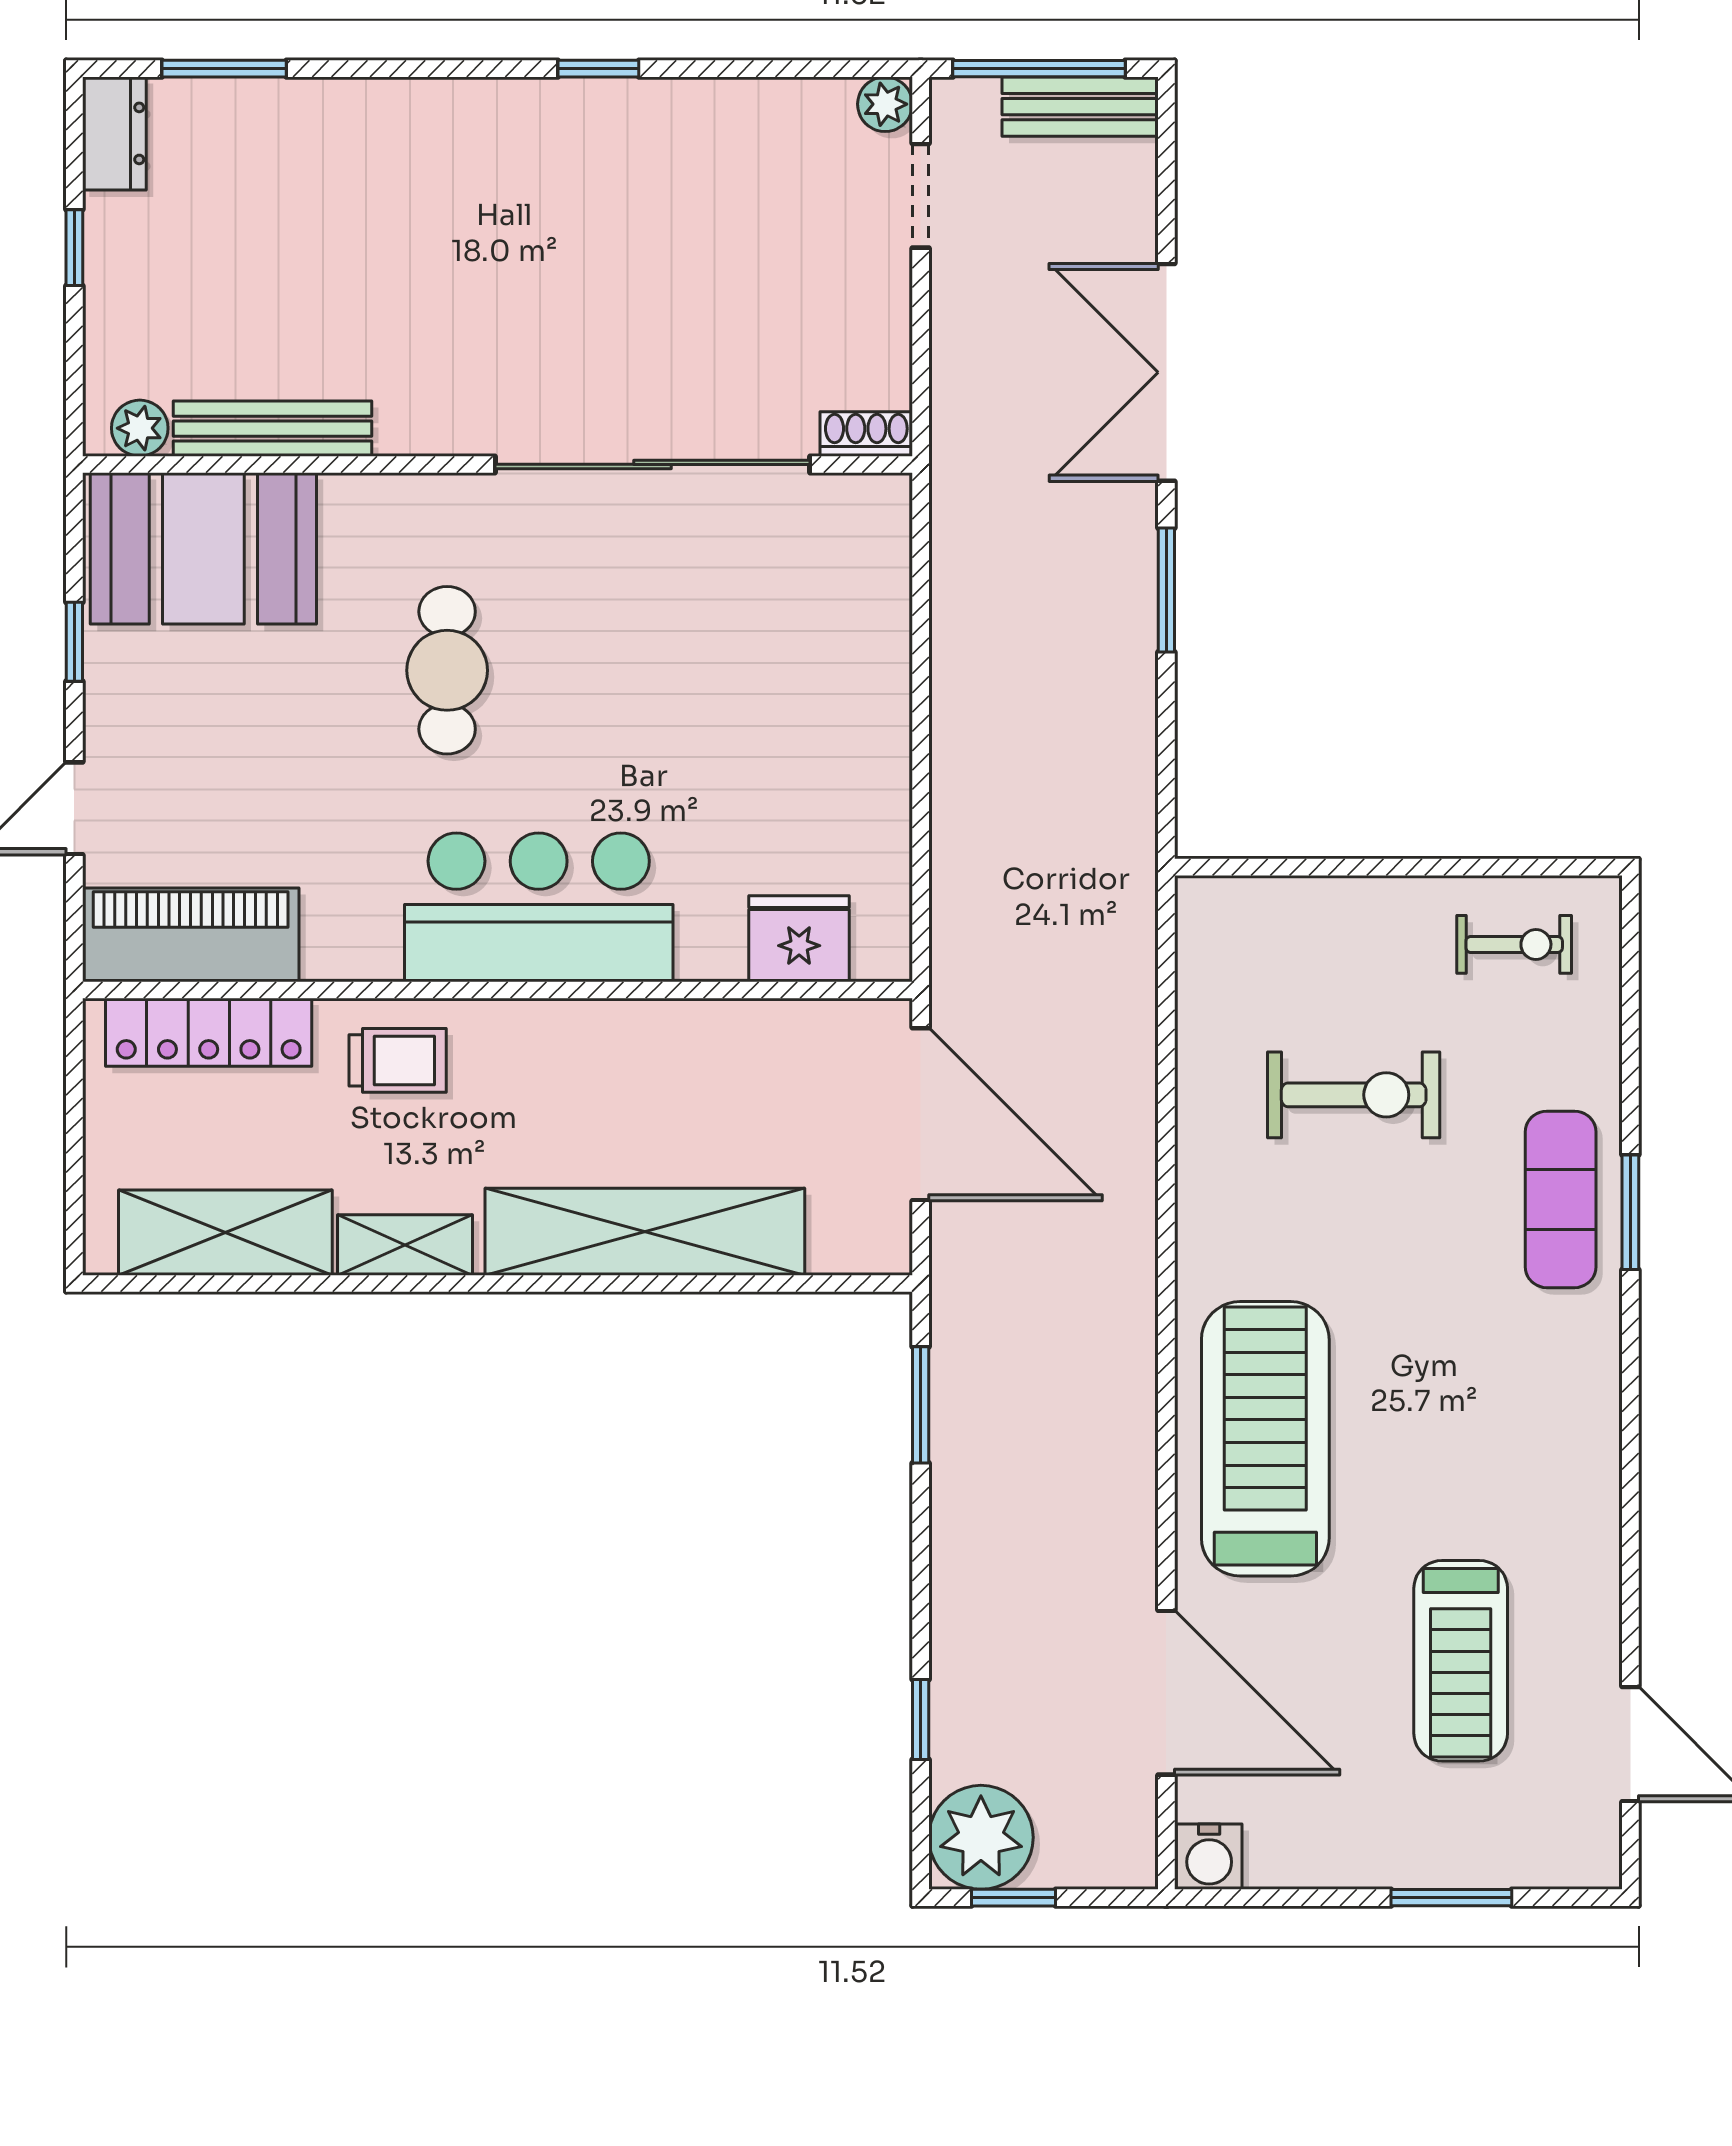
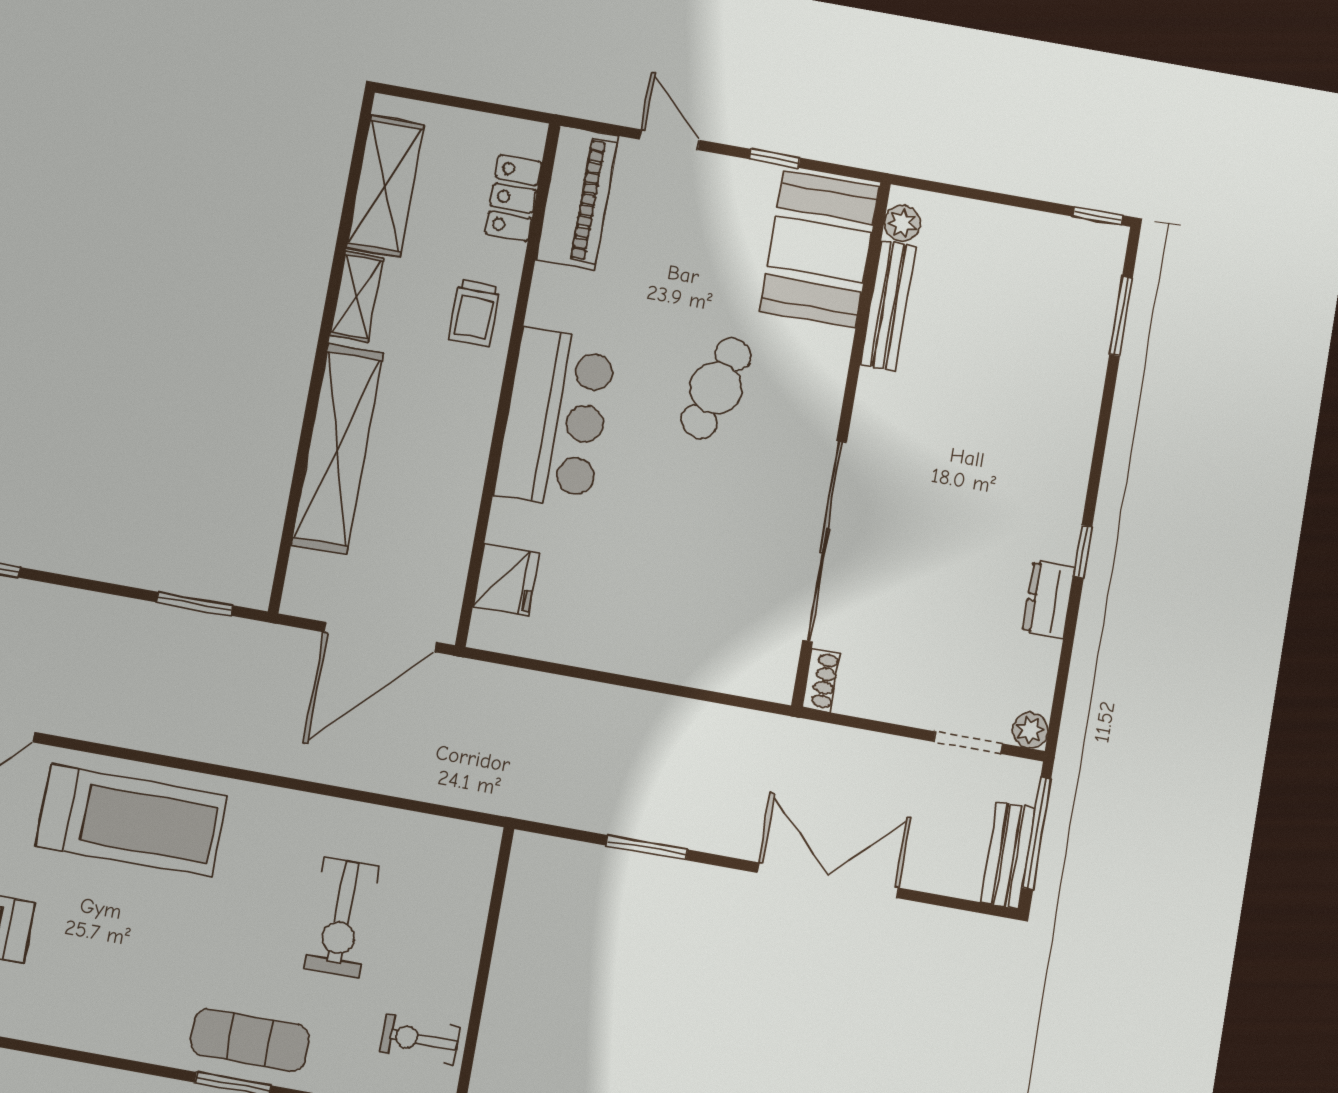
dresser: (114, 133) -> (1049, 600), moved, turned 90
window: (74, 248) -> (1098, 216), moved
window: (1166, 590) -> (647, 848), moved
cafe table: (447, 670) -> (716, 388), turned -73
exercise bike: (1514, 944) -> (420, 1039), turned 90
locker: (209, 1032) -> (513, 198), width x0.66

